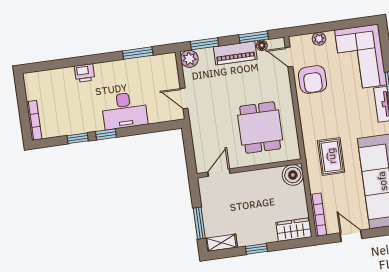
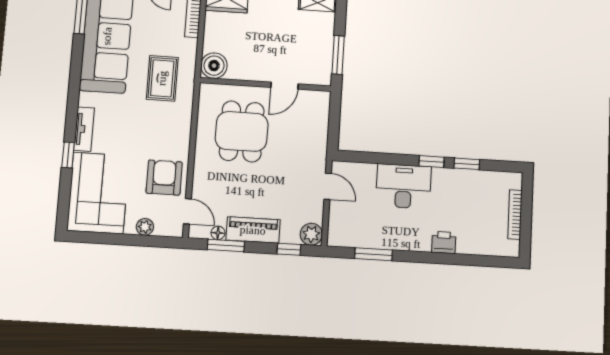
window: (204, 44) -> (289, 249), width x0.67
bookcase: (34, 120) -> (515, 215), moved
door: (219, 173) -> (284, 86), moved
window: (199, 223) -> (338, 55), moved

